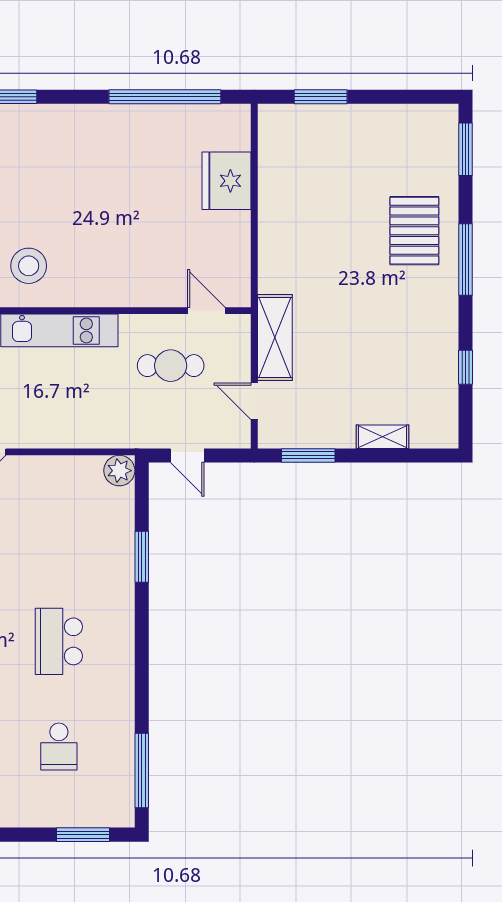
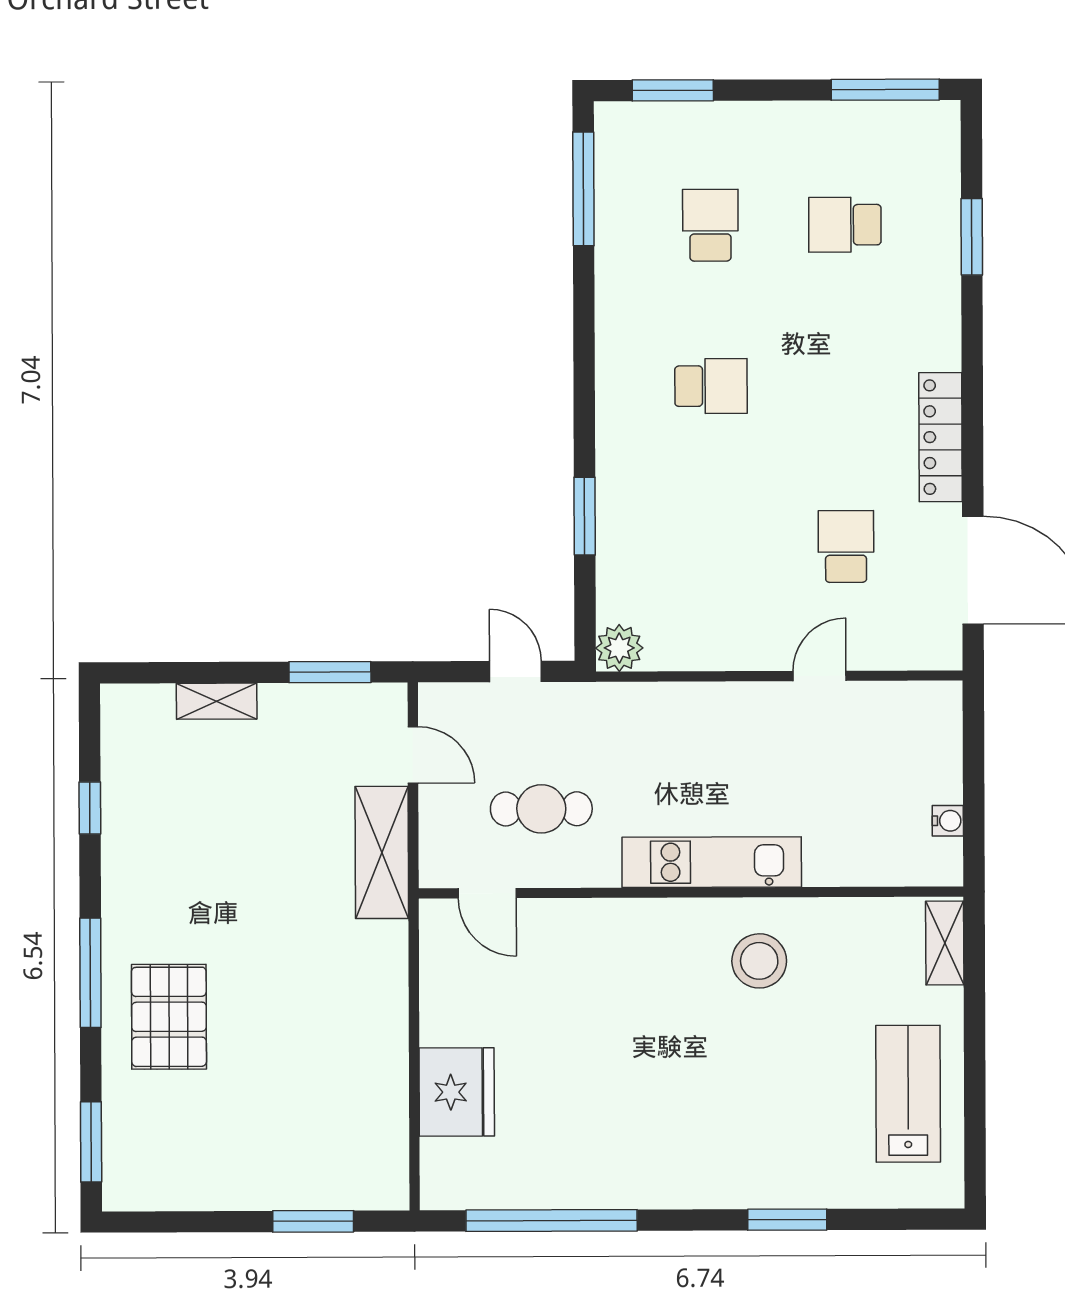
school desk: (59, 641) -> (711, 386), width x0.54

